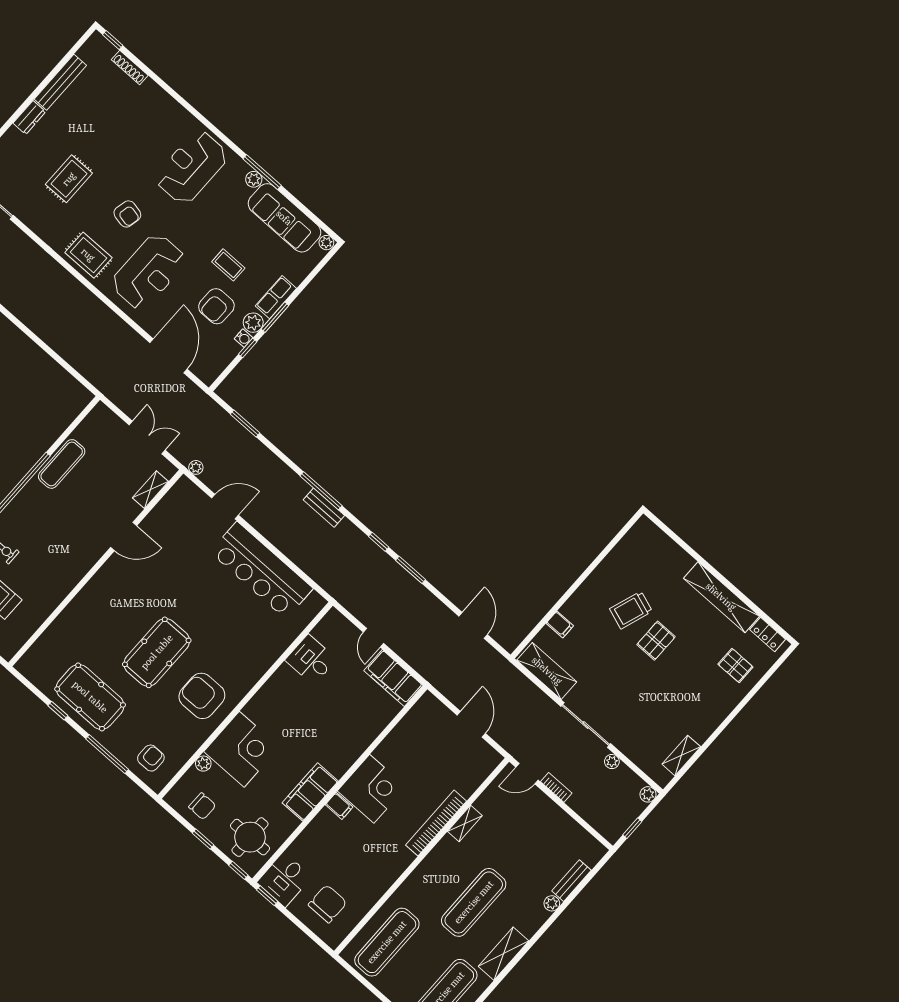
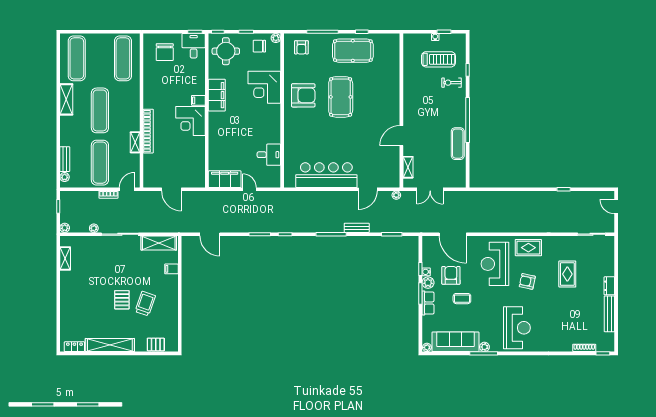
bench: (324, 508) -> (357, 228), moved
pallet: (735, 665) -> (156, 344), moved
plant: (203, 764) -> (276, 38), moved
exercise mat: (531, 837) -> (100, 163), added
plant: (552, 903) -> (65, 177), moved

